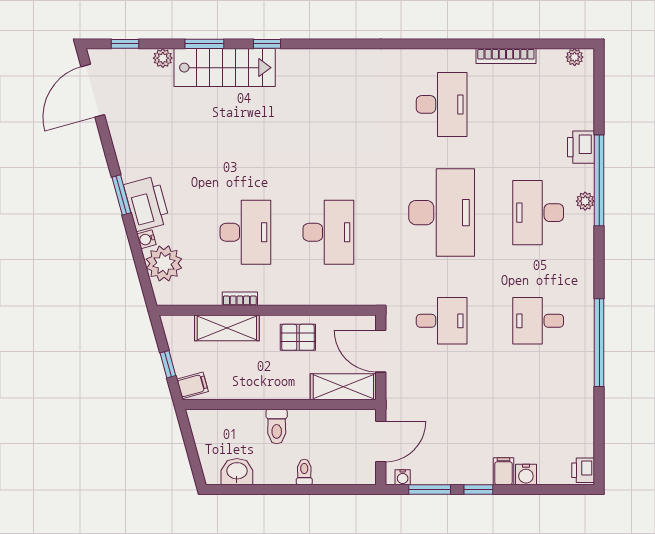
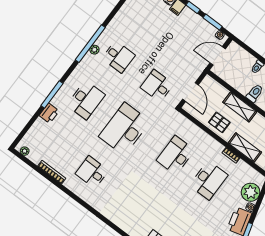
desk: (442, 104) -> (92, 172), width x0.73
window: (599, 180) -> (52, 95), width x0.68
plant: (585, 201) -> (94, 50), moved
desk: (245, 232) -> (209, 180), turned 180
window: (599, 343) -> (90, 44), moved
shelving: (343, 387) -> (240, 107), moved

